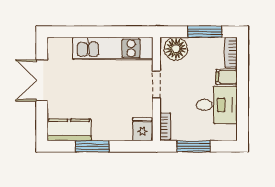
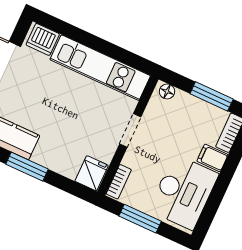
dishwasher: (61, 47) -> (43, 39), added
floor lamp: (176, 49) -> (167, 91), width x0.53, depth x0.53
desk: (217, 105) -> (184, 192), width x1.37

